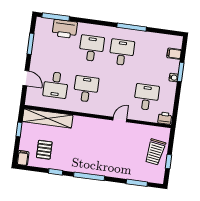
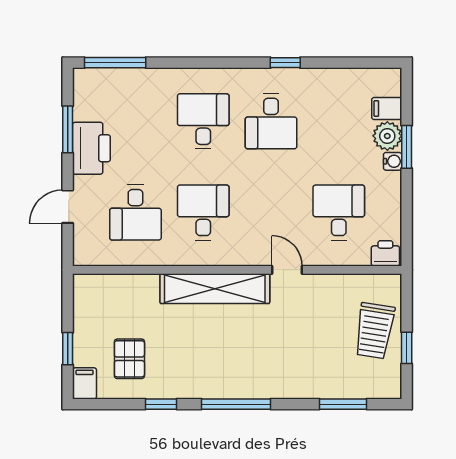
window: (132, 27) -> (285, 63), width x0.46
printer: (65, 29) -> (91, 148), moved, turned -90
desk: (122, 52) -> (271, 121), turned 180
plant: (173, 66) -> (387, 136), added
door: (26, 78) -> (68, 207), swing flipped
shelving: (48, 118) -> (215, 289), moved
door: (120, 120) -> (287, 270), hinge flipped
window: (19, 129) -> (68, 349), moved

